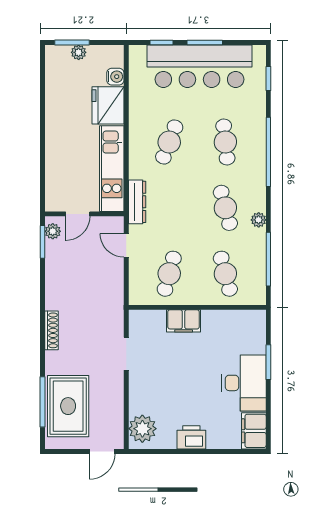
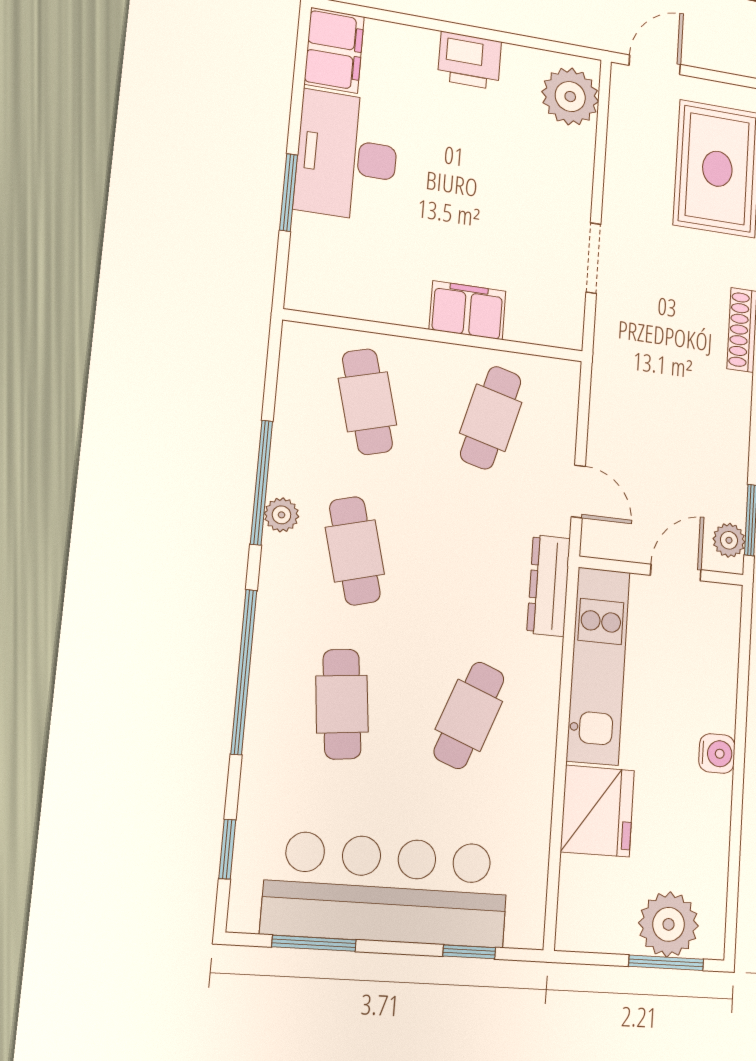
window: (205, 43) -> (314, 943), moved
plant: (79, 52) -> (669, 924), width x1.88, depth x1.88
water cooler: (115, 77) -> (717, 754), moved, turned 180
window: (268, 259) -> (261, 482), moved

